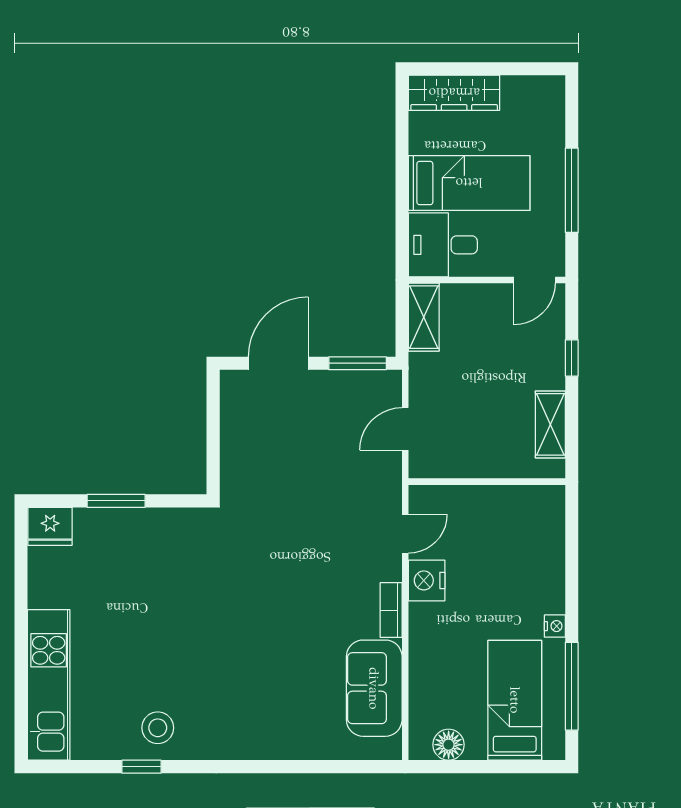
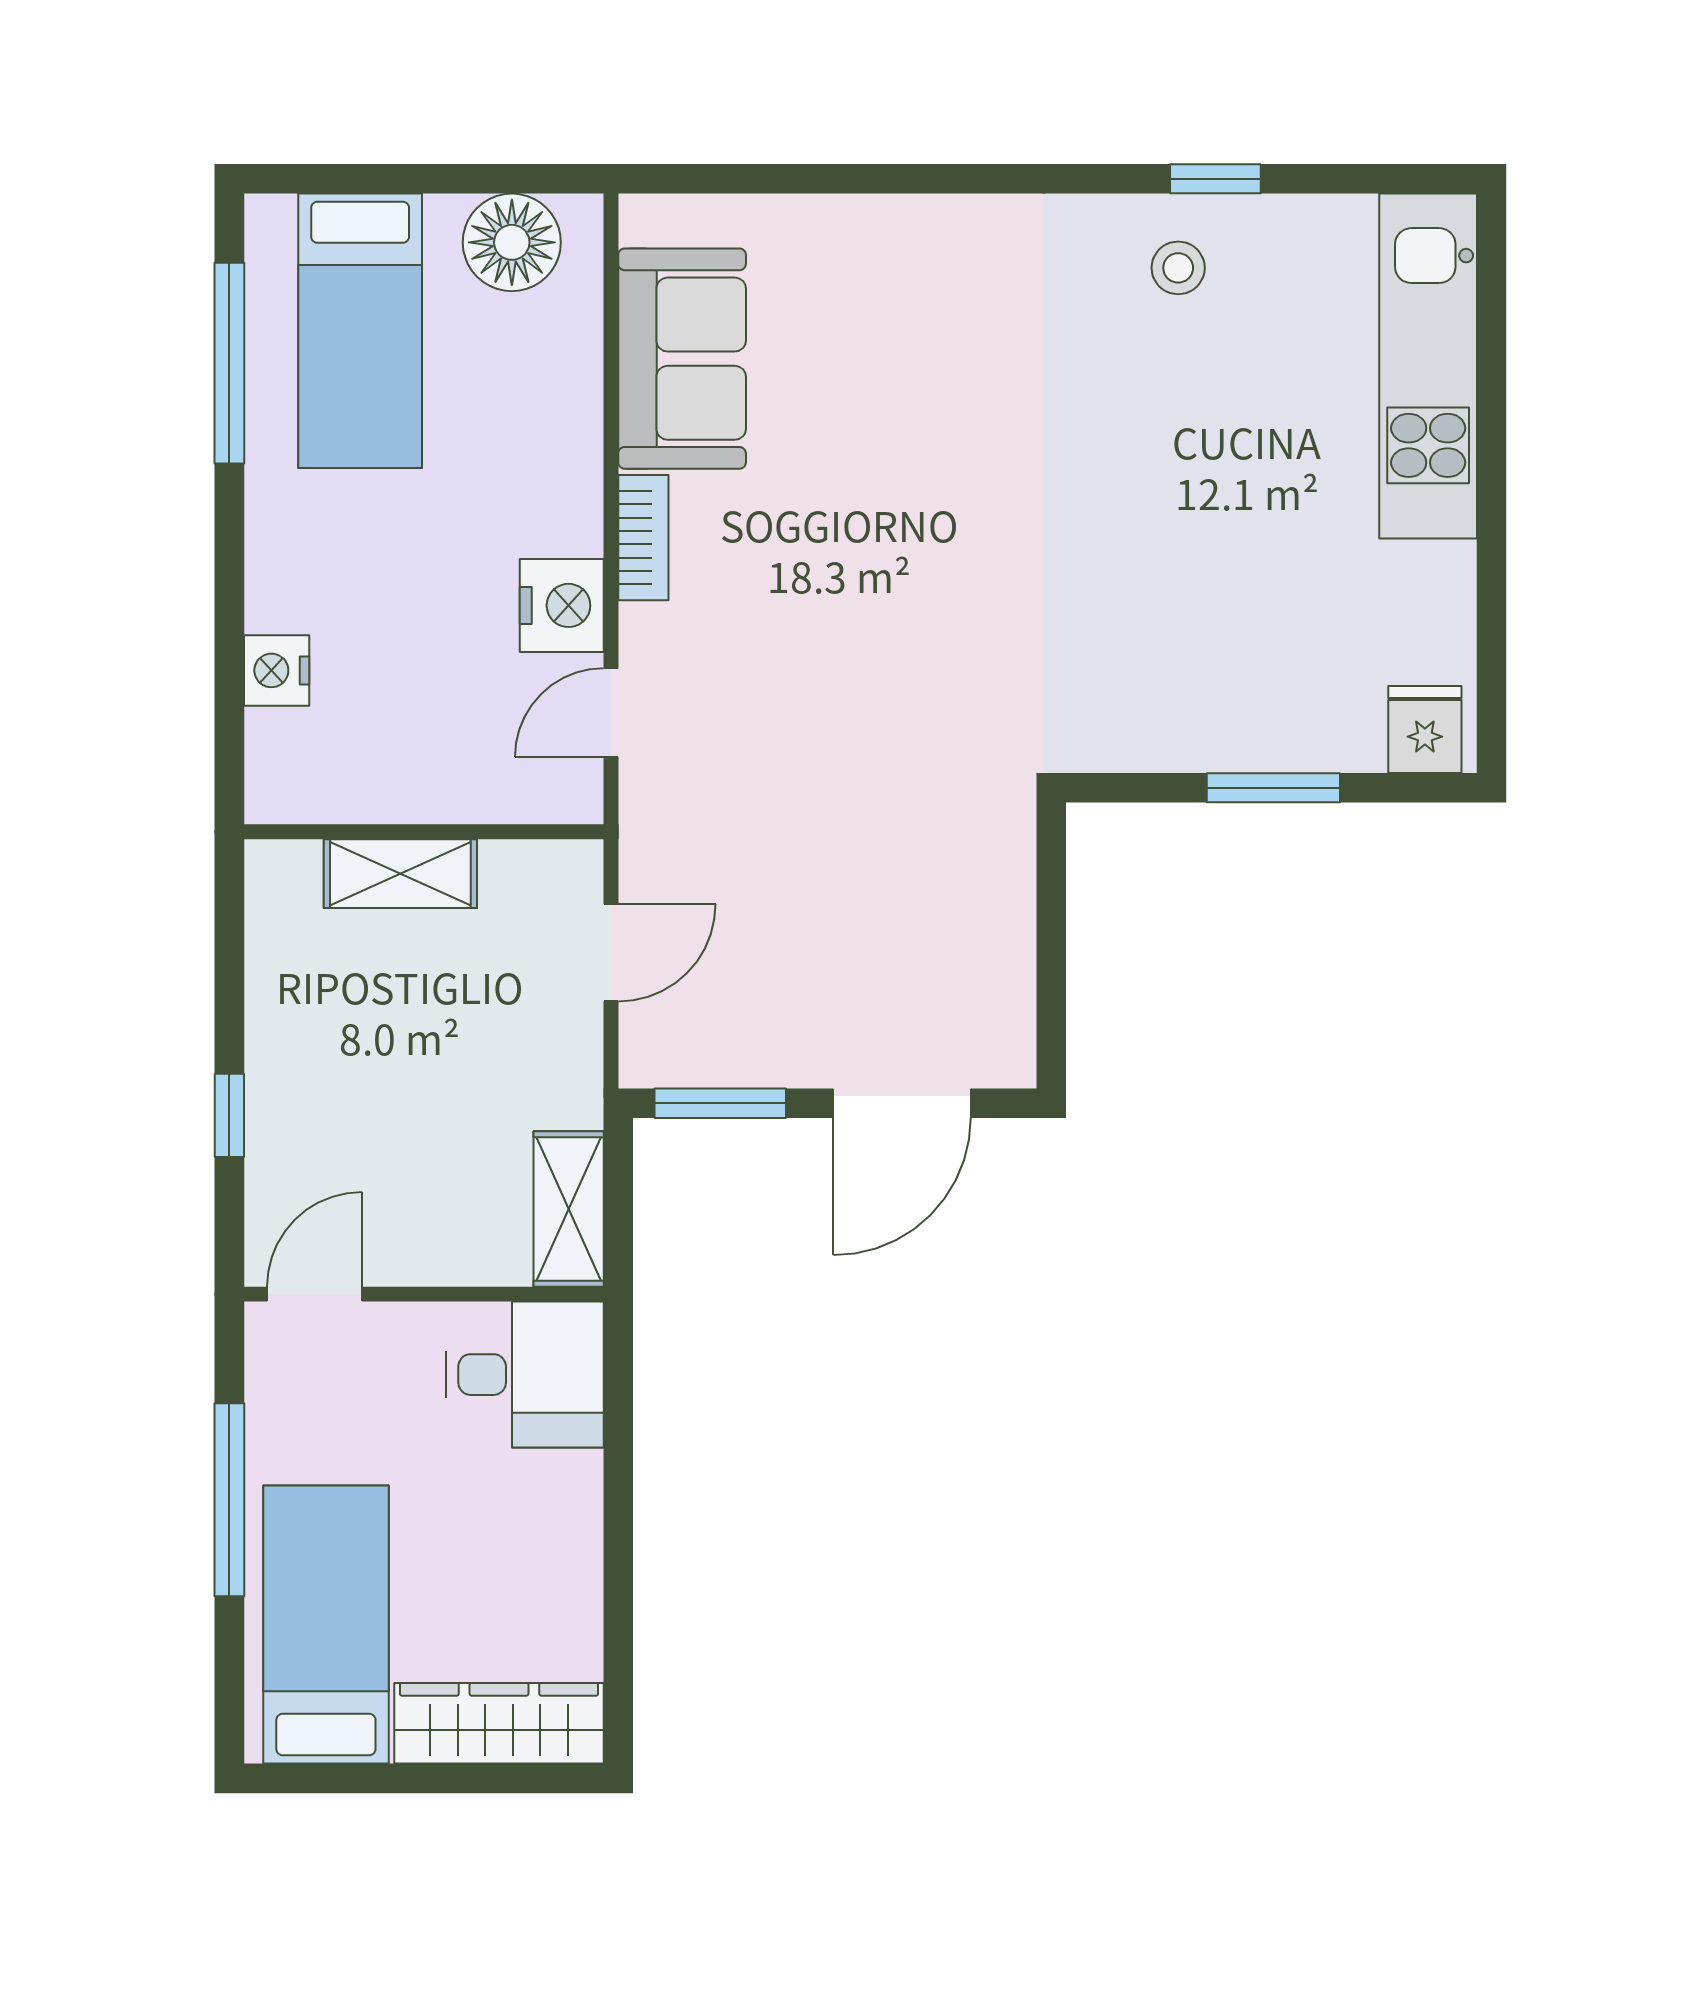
bed: (469, 183) -> (326, 1625), moved, turned 90
shelving: (550, 424) -> (400, 874), moved, turned 90
fridge: (50, 526) -> (1425, 730), width x0.72
nightstand: (555, 626) -> (277, 670), moved, width x1.39, depth x1.35
stool: (158, 728) -> (1178, 268), width x0.73, depth x0.73
floor lamp: (449, 745) -> (512, 242), width x1.38, depth x1.38

